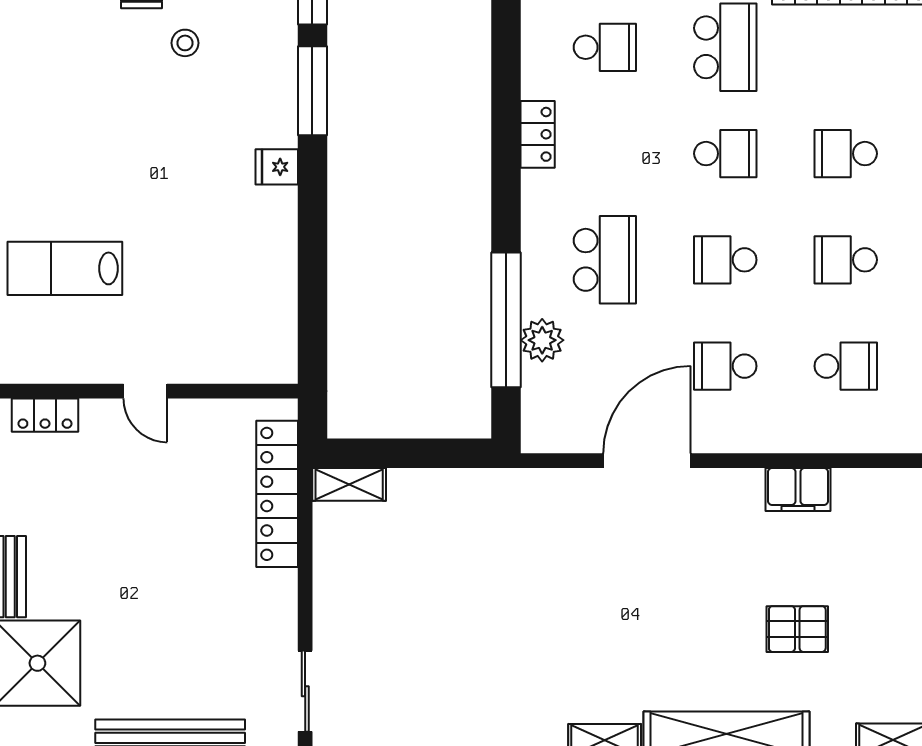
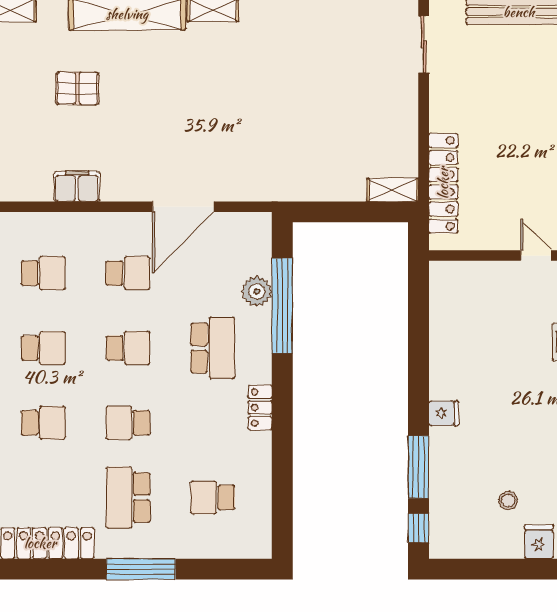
locker: (538, 134) -> (260, 407), moved
school desk: (605, 260) -> (213, 348), turned 180
school desk: (846, 366) -> (43, 273), turned 180

